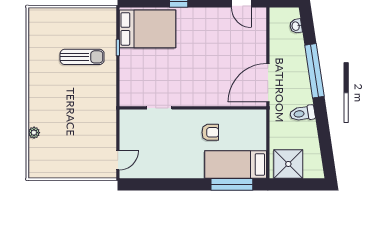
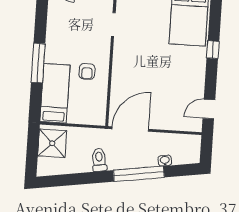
washbasin: (296, 26) -> (165, 161), moved
door: (268, 83) -> (130, 129), hinge flipped
window: (232, 184) -> (38, 63), moved

